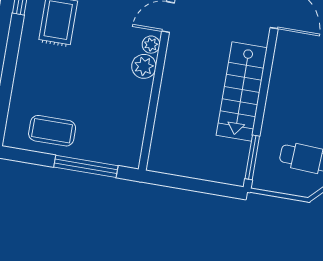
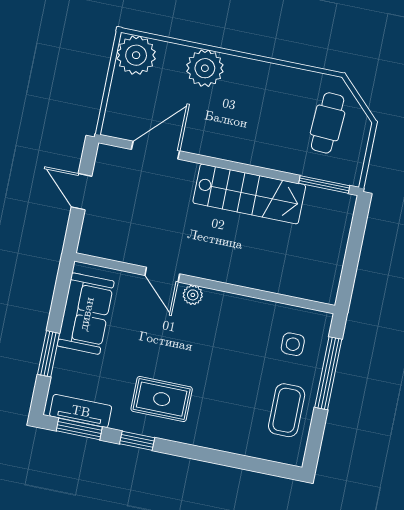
plant: (144, 66) -> (217, 304), removed
side table: (110, 134) -> (293, 344), added

